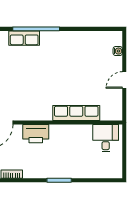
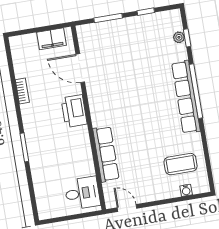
row of seats: (24, 38) -> (186, 97), width x2.02
coffee table: (95, 52) -> (181, 164), added
door: (124, 80) -> (127, 208), moved

